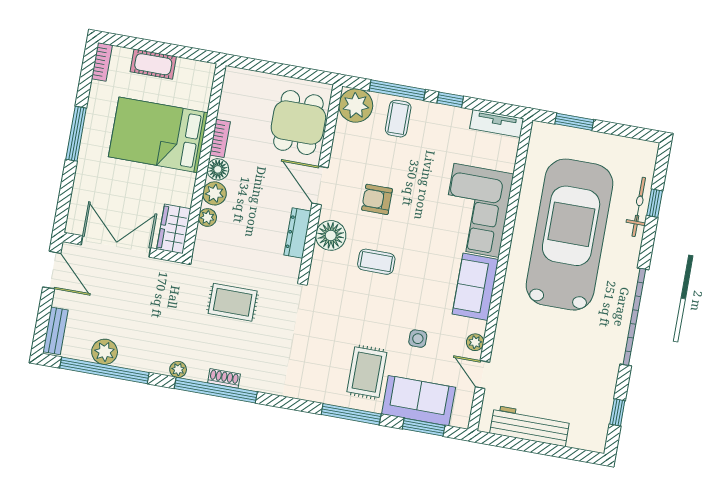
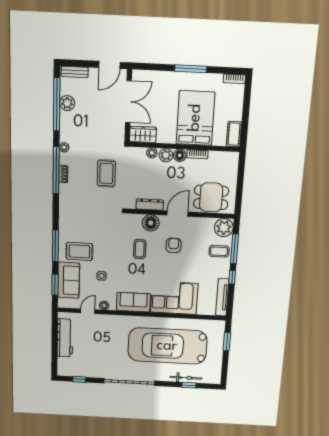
cot: (153, 64) -> (234, 134), moved
tv unit: (497, 123) -> (222, 297), width x1.41
car: (569, 235) -> (167, 346), turned 180

